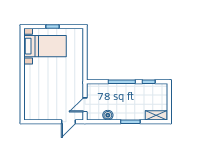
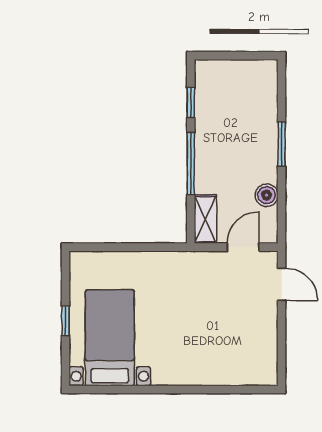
door: (85, 105) -> (243, 247), swing flipped
shelving: (156, 115) -> (205, 219), moved

